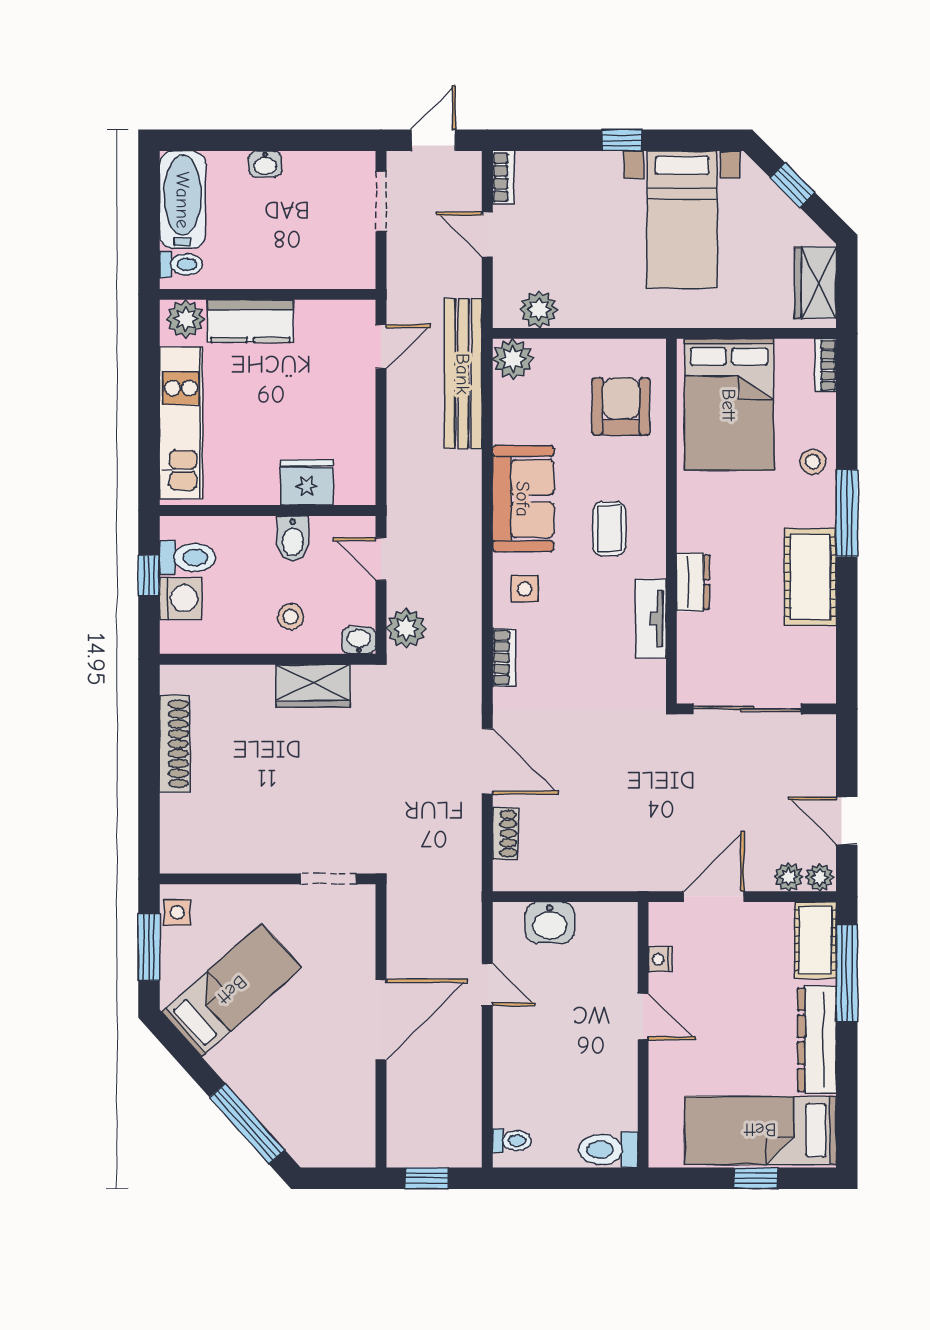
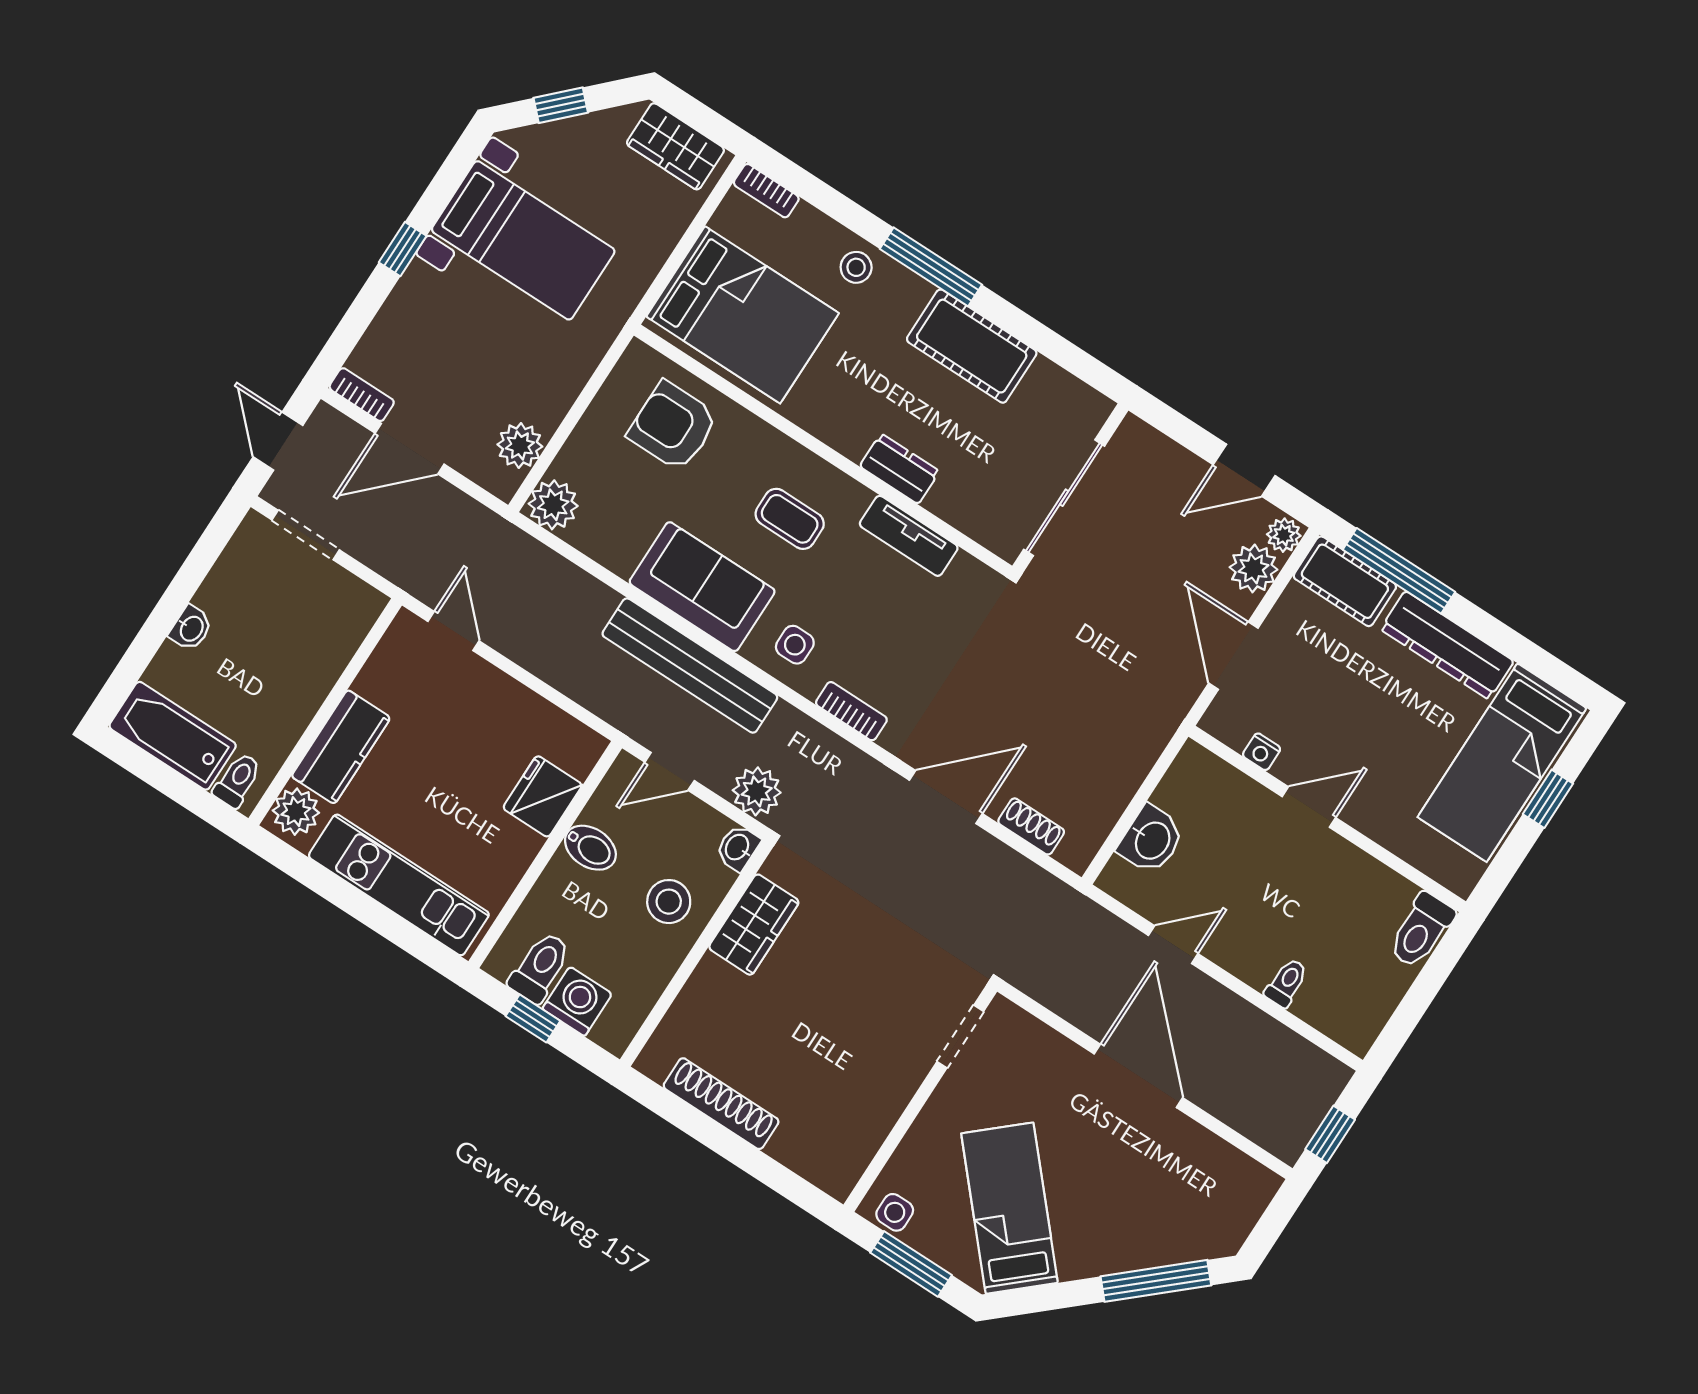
door: (487, 235) -> (410, 449), width x1.38
bench: (463, 374) -> (690, 666), moved
stool: (291, 617) -> (669, 902), width x1.37, depth x1.37
plant: (789, 877) -> (1254, 568), width x1.38, depth x1.38
toilet: (512, 1141) -> (1287, 983), moved

